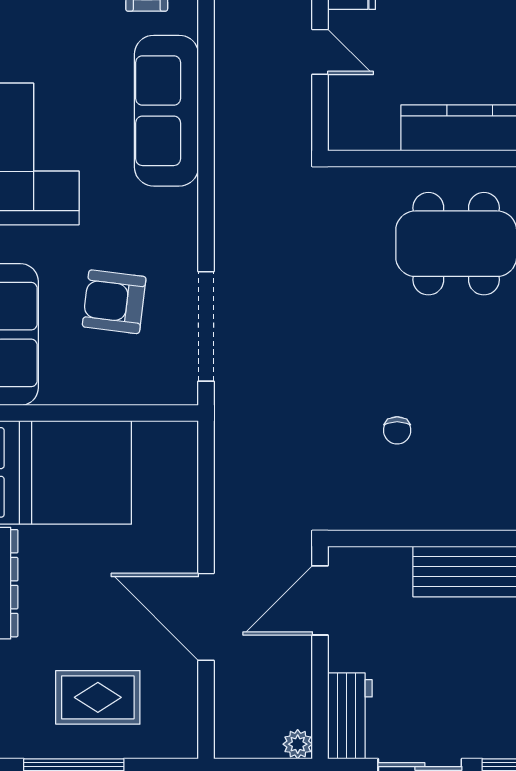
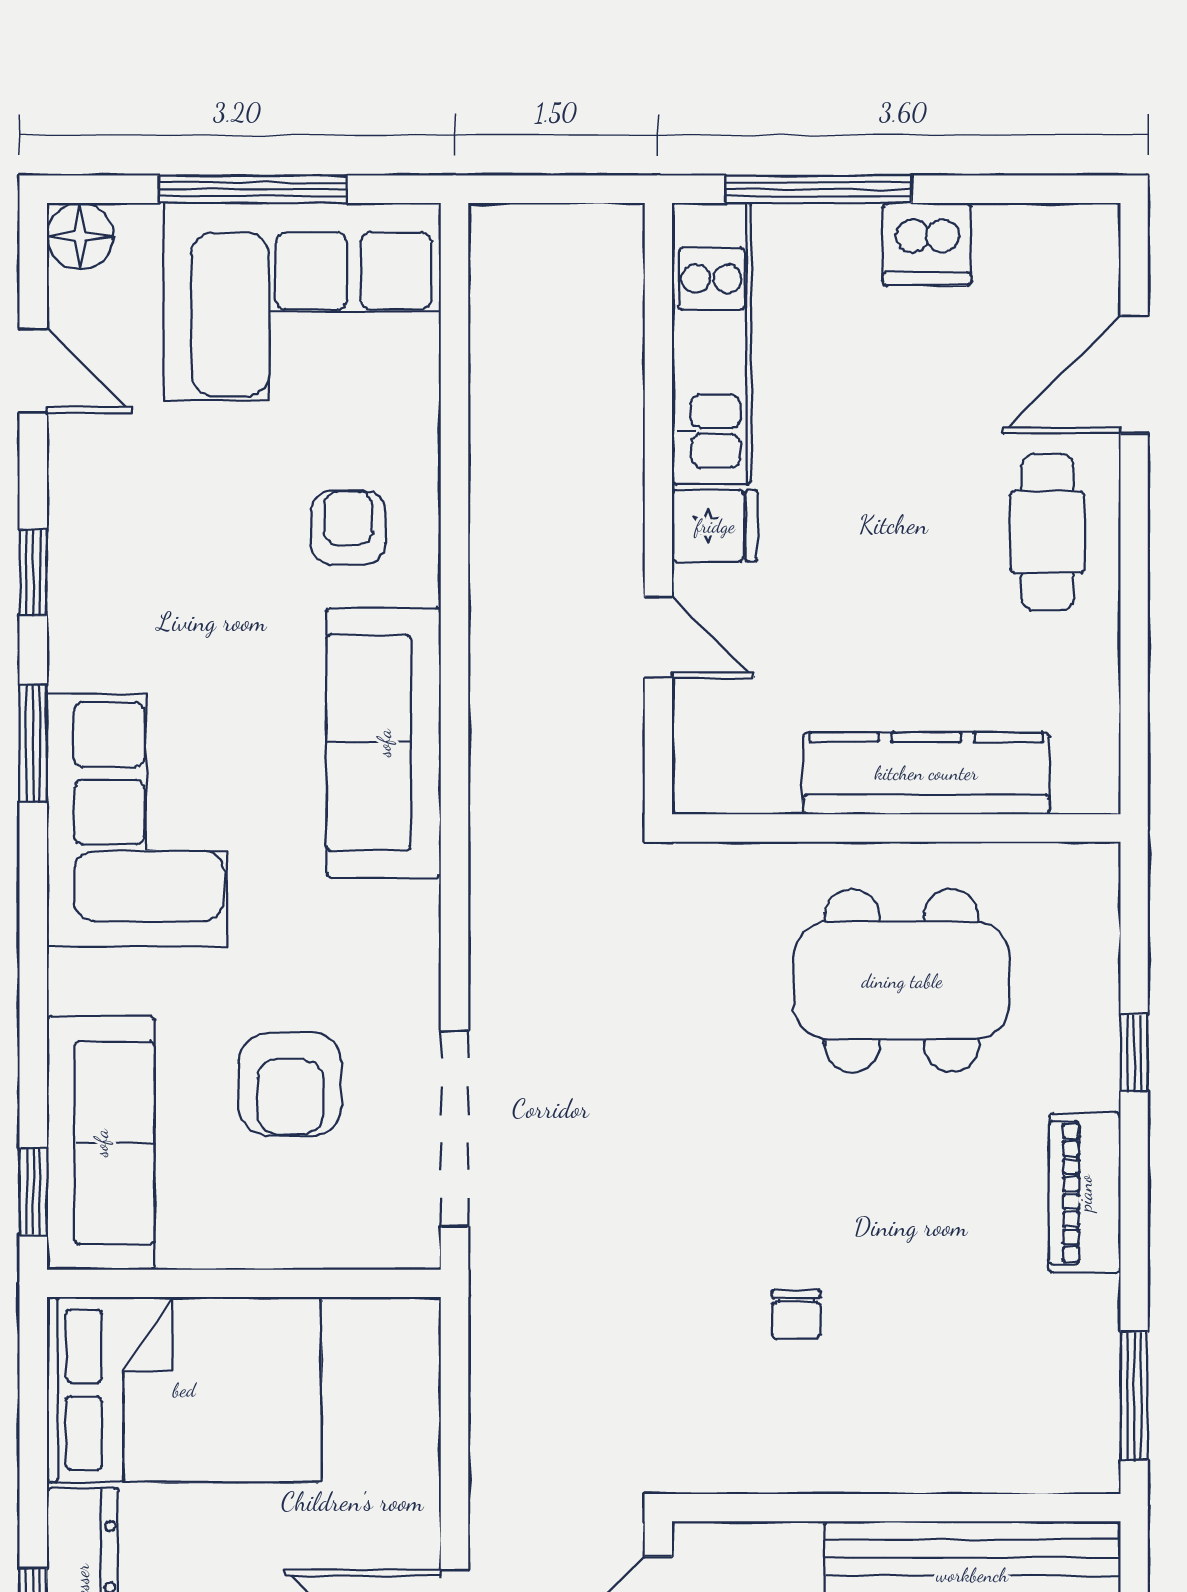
armchair: (114, 302) -> (290, 1084), turned -97

